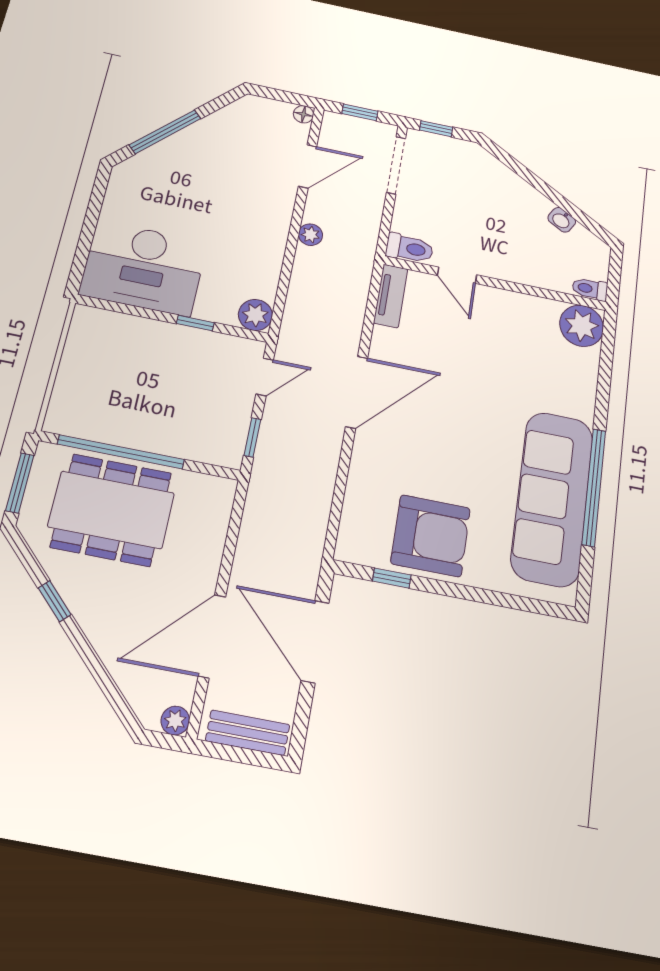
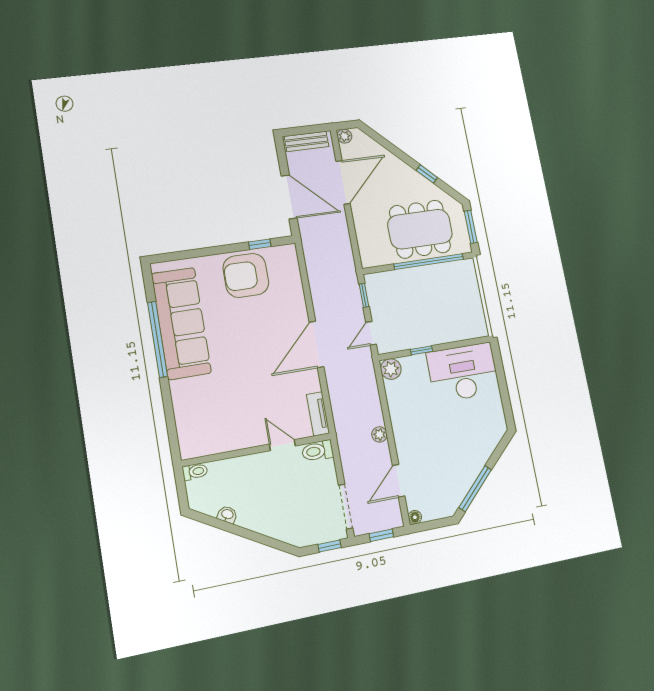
window: (165, 132) -> (475, 489), moved
plant: (582, 326) -> (193, 443), removed

